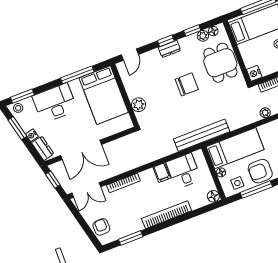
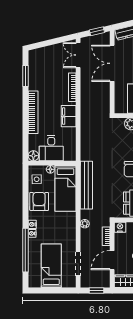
bench: (202, 135) -> (86, 185), moved
desk: (184, 171) -> (51, 148), moved, turned 90
filing cabinet: (162, 173) -> (69, 116), width x2.00
window: (256, 190) -> (25, 193), removed
armchair: (101, 227) -> (43, 56), removed

